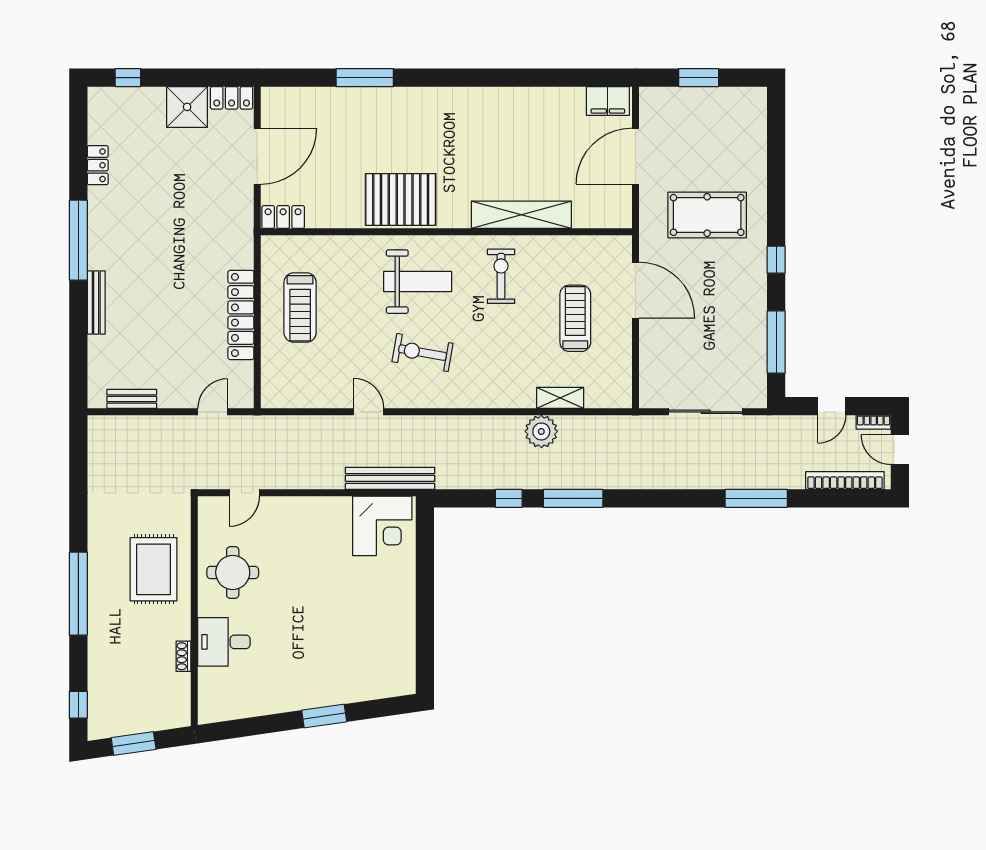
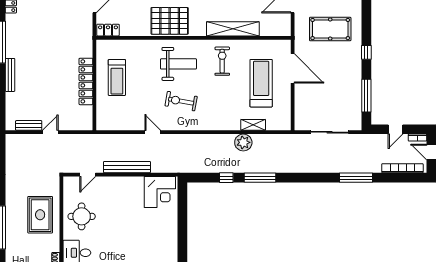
treadmill: (575, 318) -> (261, 83), width x1.37, depth x1.38
door: (213, 412) -> (50, 132), moved
bench: (390, 478) -> (127, 167), moved

